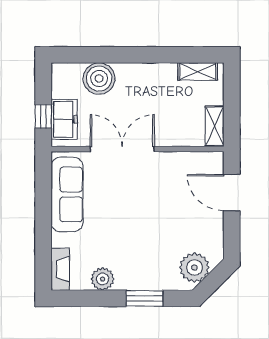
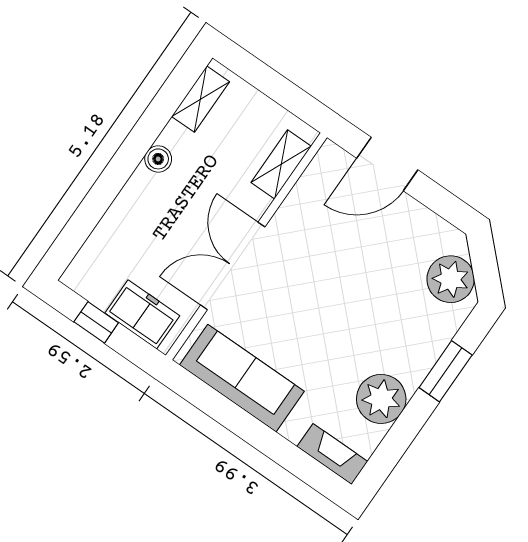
boiler: (99, 78) -> (158, 159), moved, width x0.54, depth x0.54
window: (43, 116) -> (96, 322), moved
shelving: (215, 126) -> (281, 164), moved, turned 90
plant: (103, 279) -> (381, 399), width x1.36, depth x1.36

